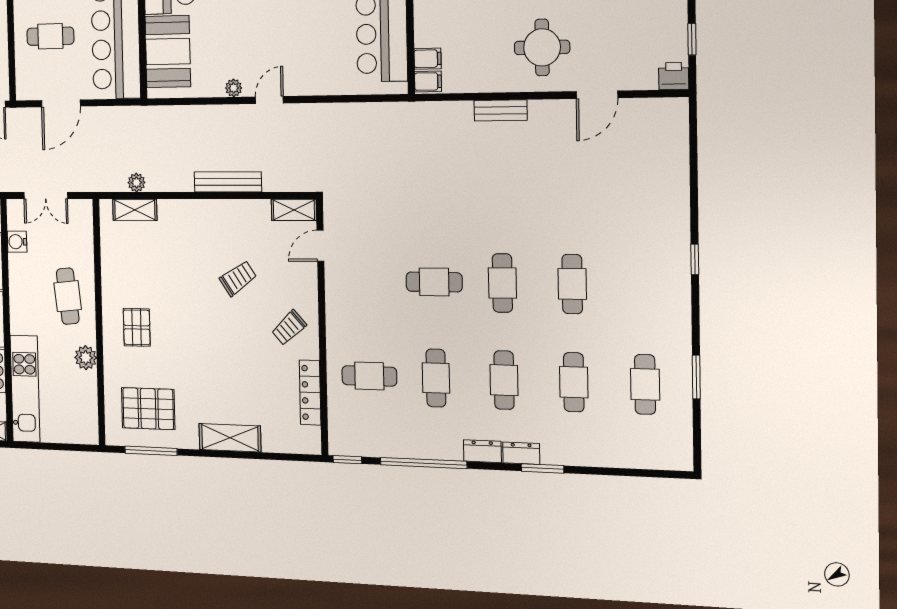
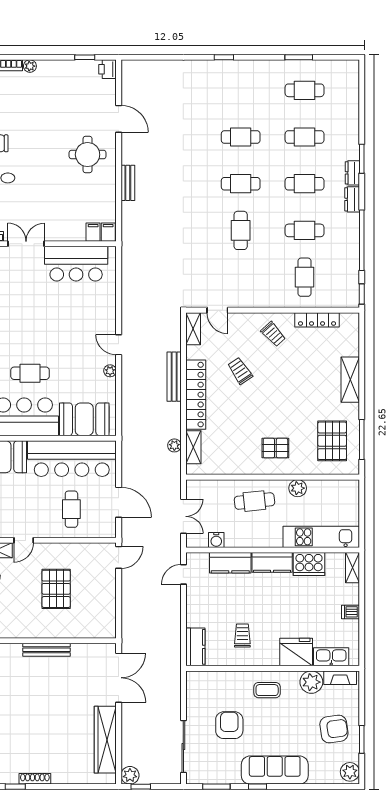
locker: (205, 213) -> (196, 395), added

